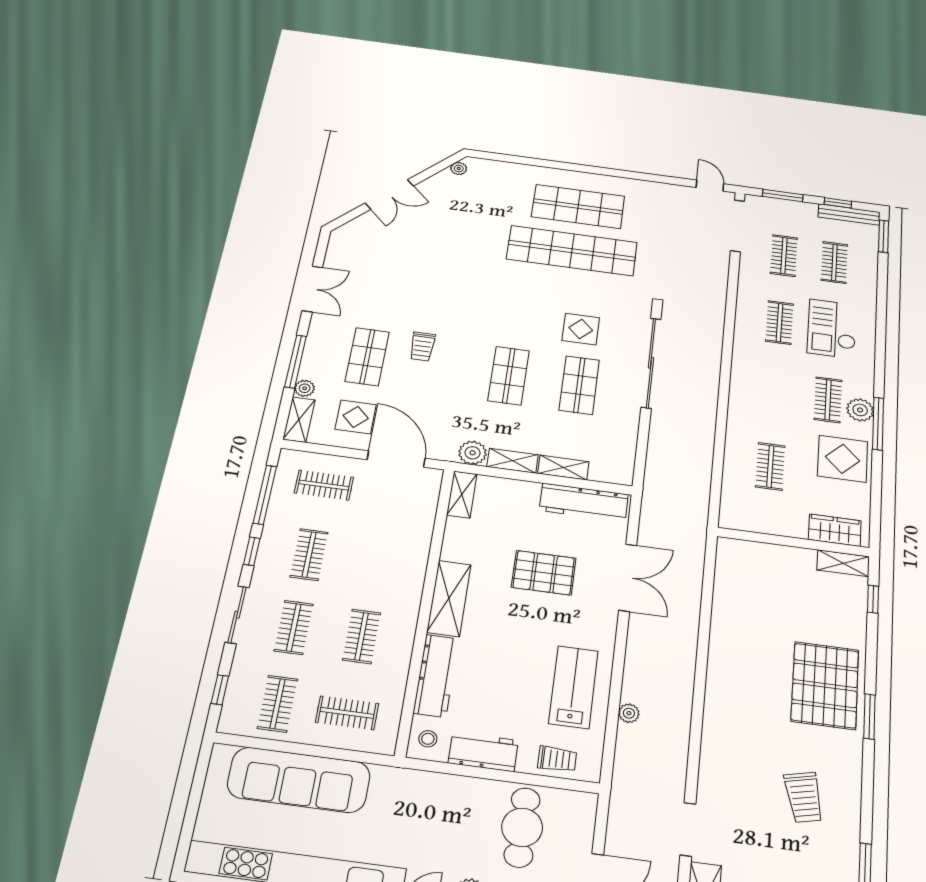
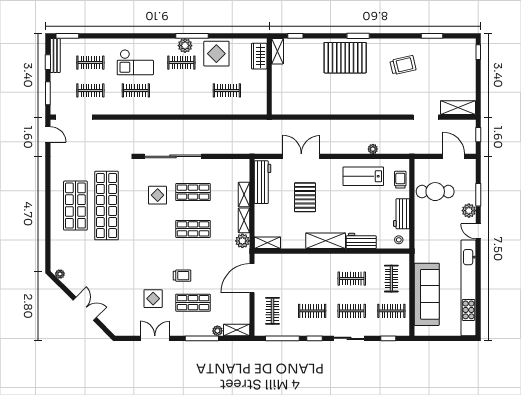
door: (710, 186) -> (48, 134), swing flipped
display table: (356, 417) -> (153, 299), moved
workbench: (436, 676) -> (361, 241), width x0.73

